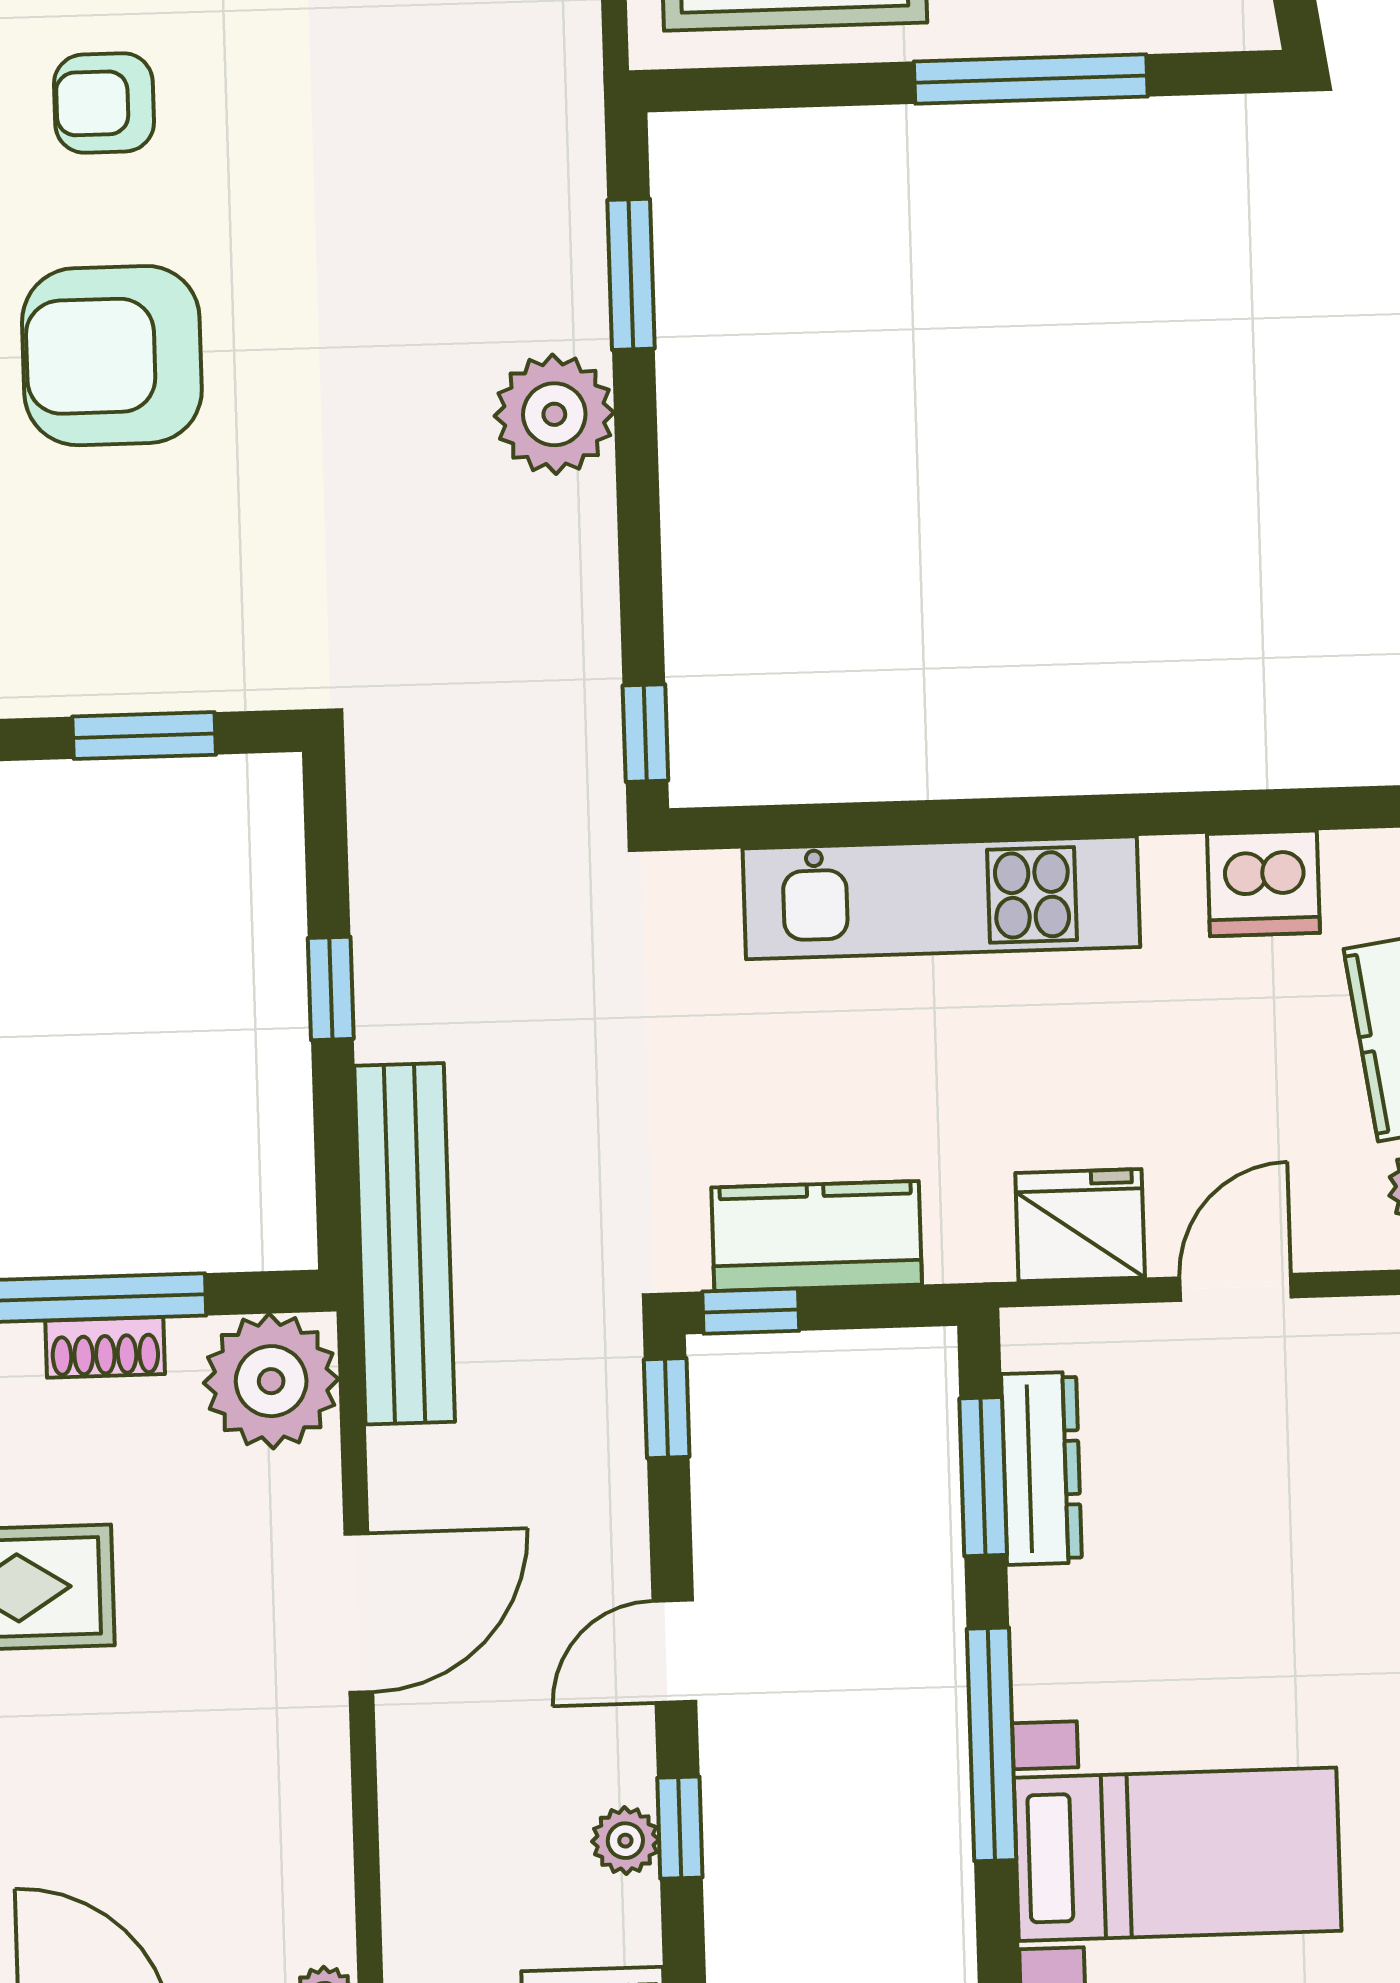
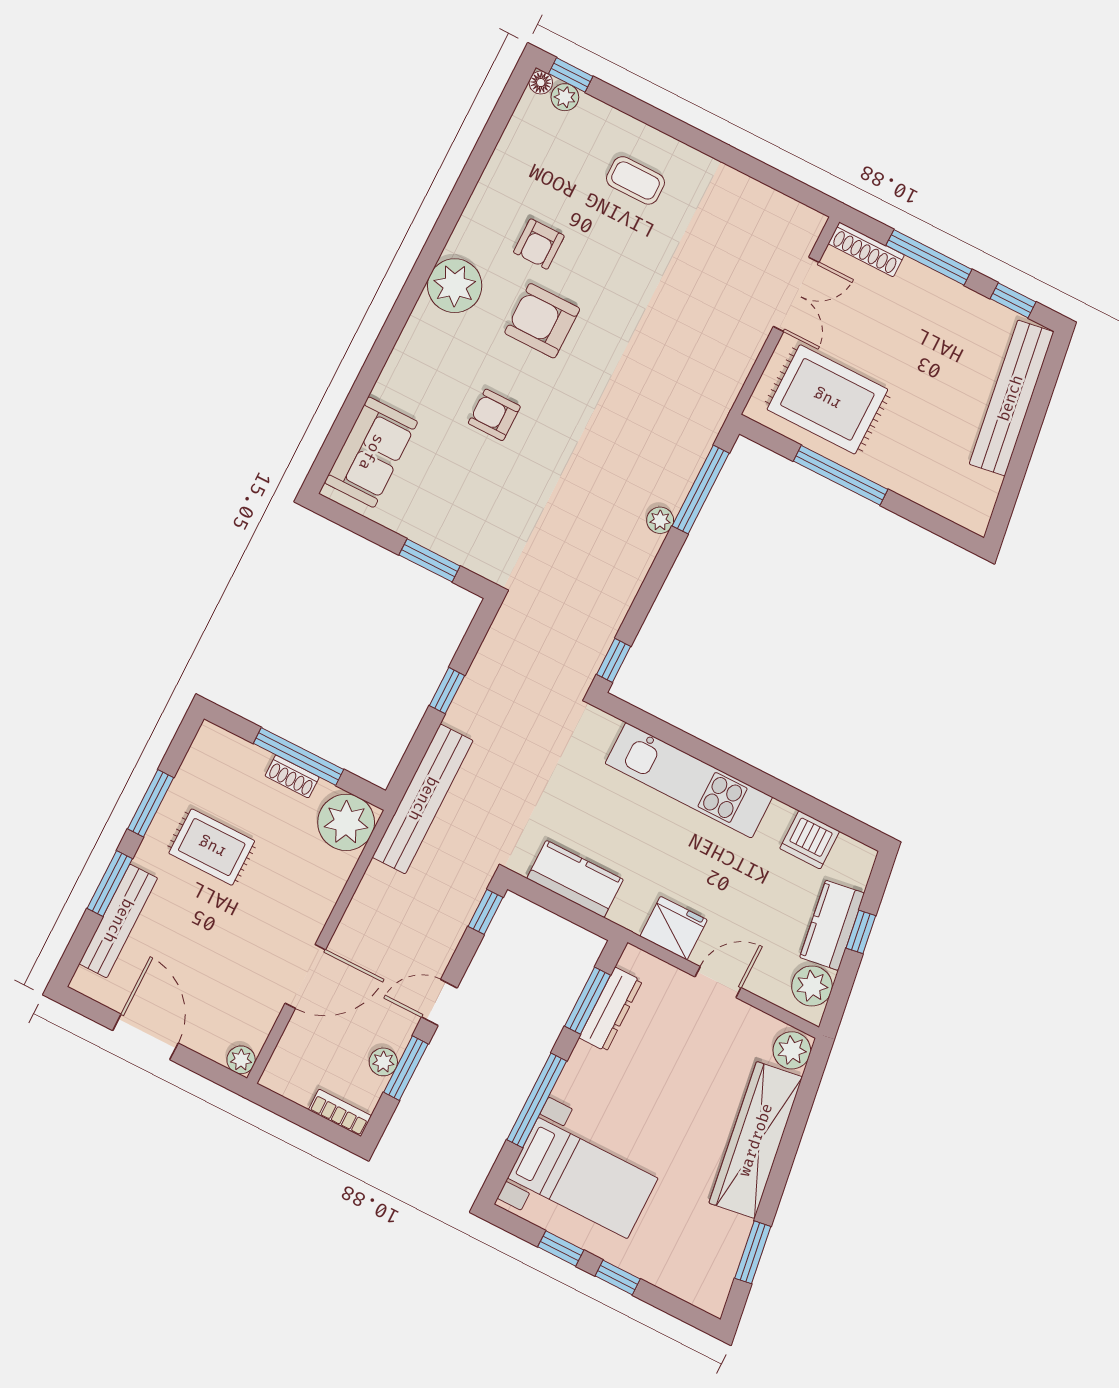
window: (1031, 79) -> (841, 475), moved
armchair: (104, 103) -> (542, 321), width x1.38, depth x1.38
window: (631, 274) -> (701, 490), width x1.44
armchair: (112, 356) -> (494, 415), width x0.53, depth x0.53
plant: (554, 414) -> (660, 520), width x0.53, depth x0.53
window: (751, 1311) -> (536, 893), removed
door: (359, 1613) -> (305, 976), moved
window: (680, 1828) -> (406, 1068), width x1.50

